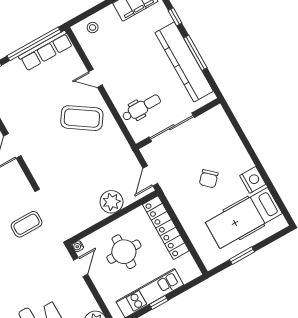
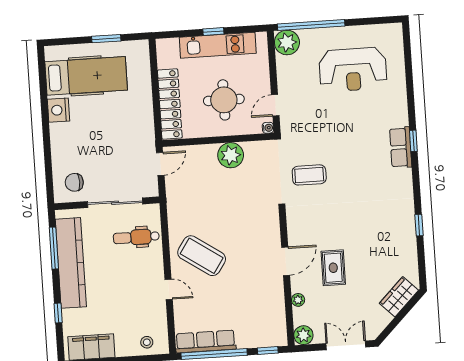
window: (195, 53) -> (54, 248), moved
chair: (209, 179) -> (74, 182), moved, turned -133
plant: (112, 202) -> (231, 155), moved

